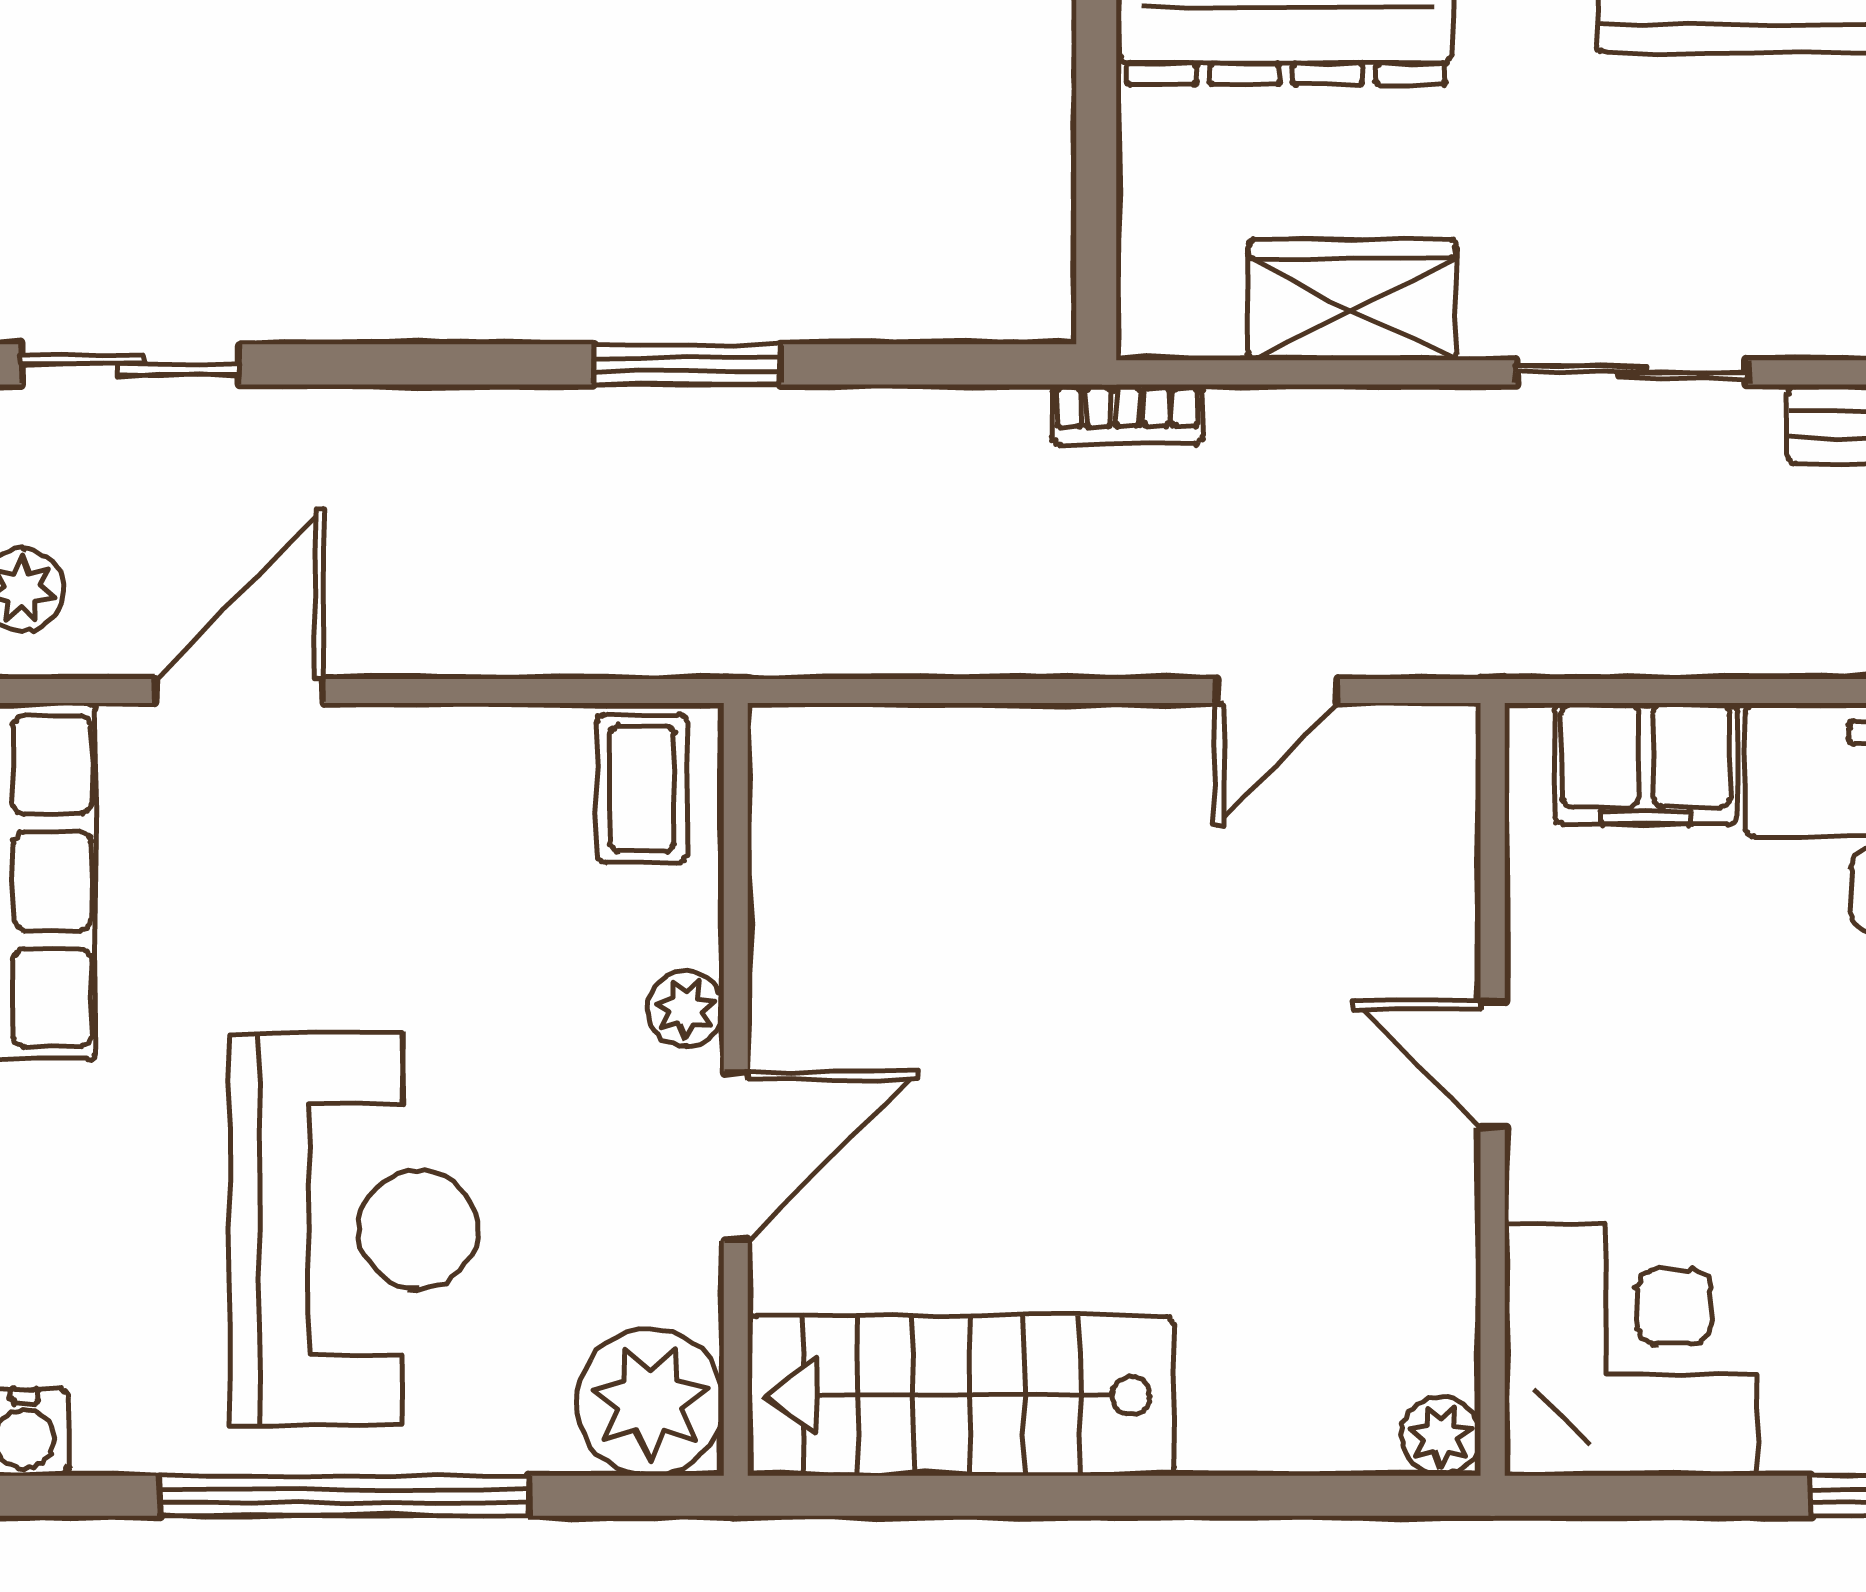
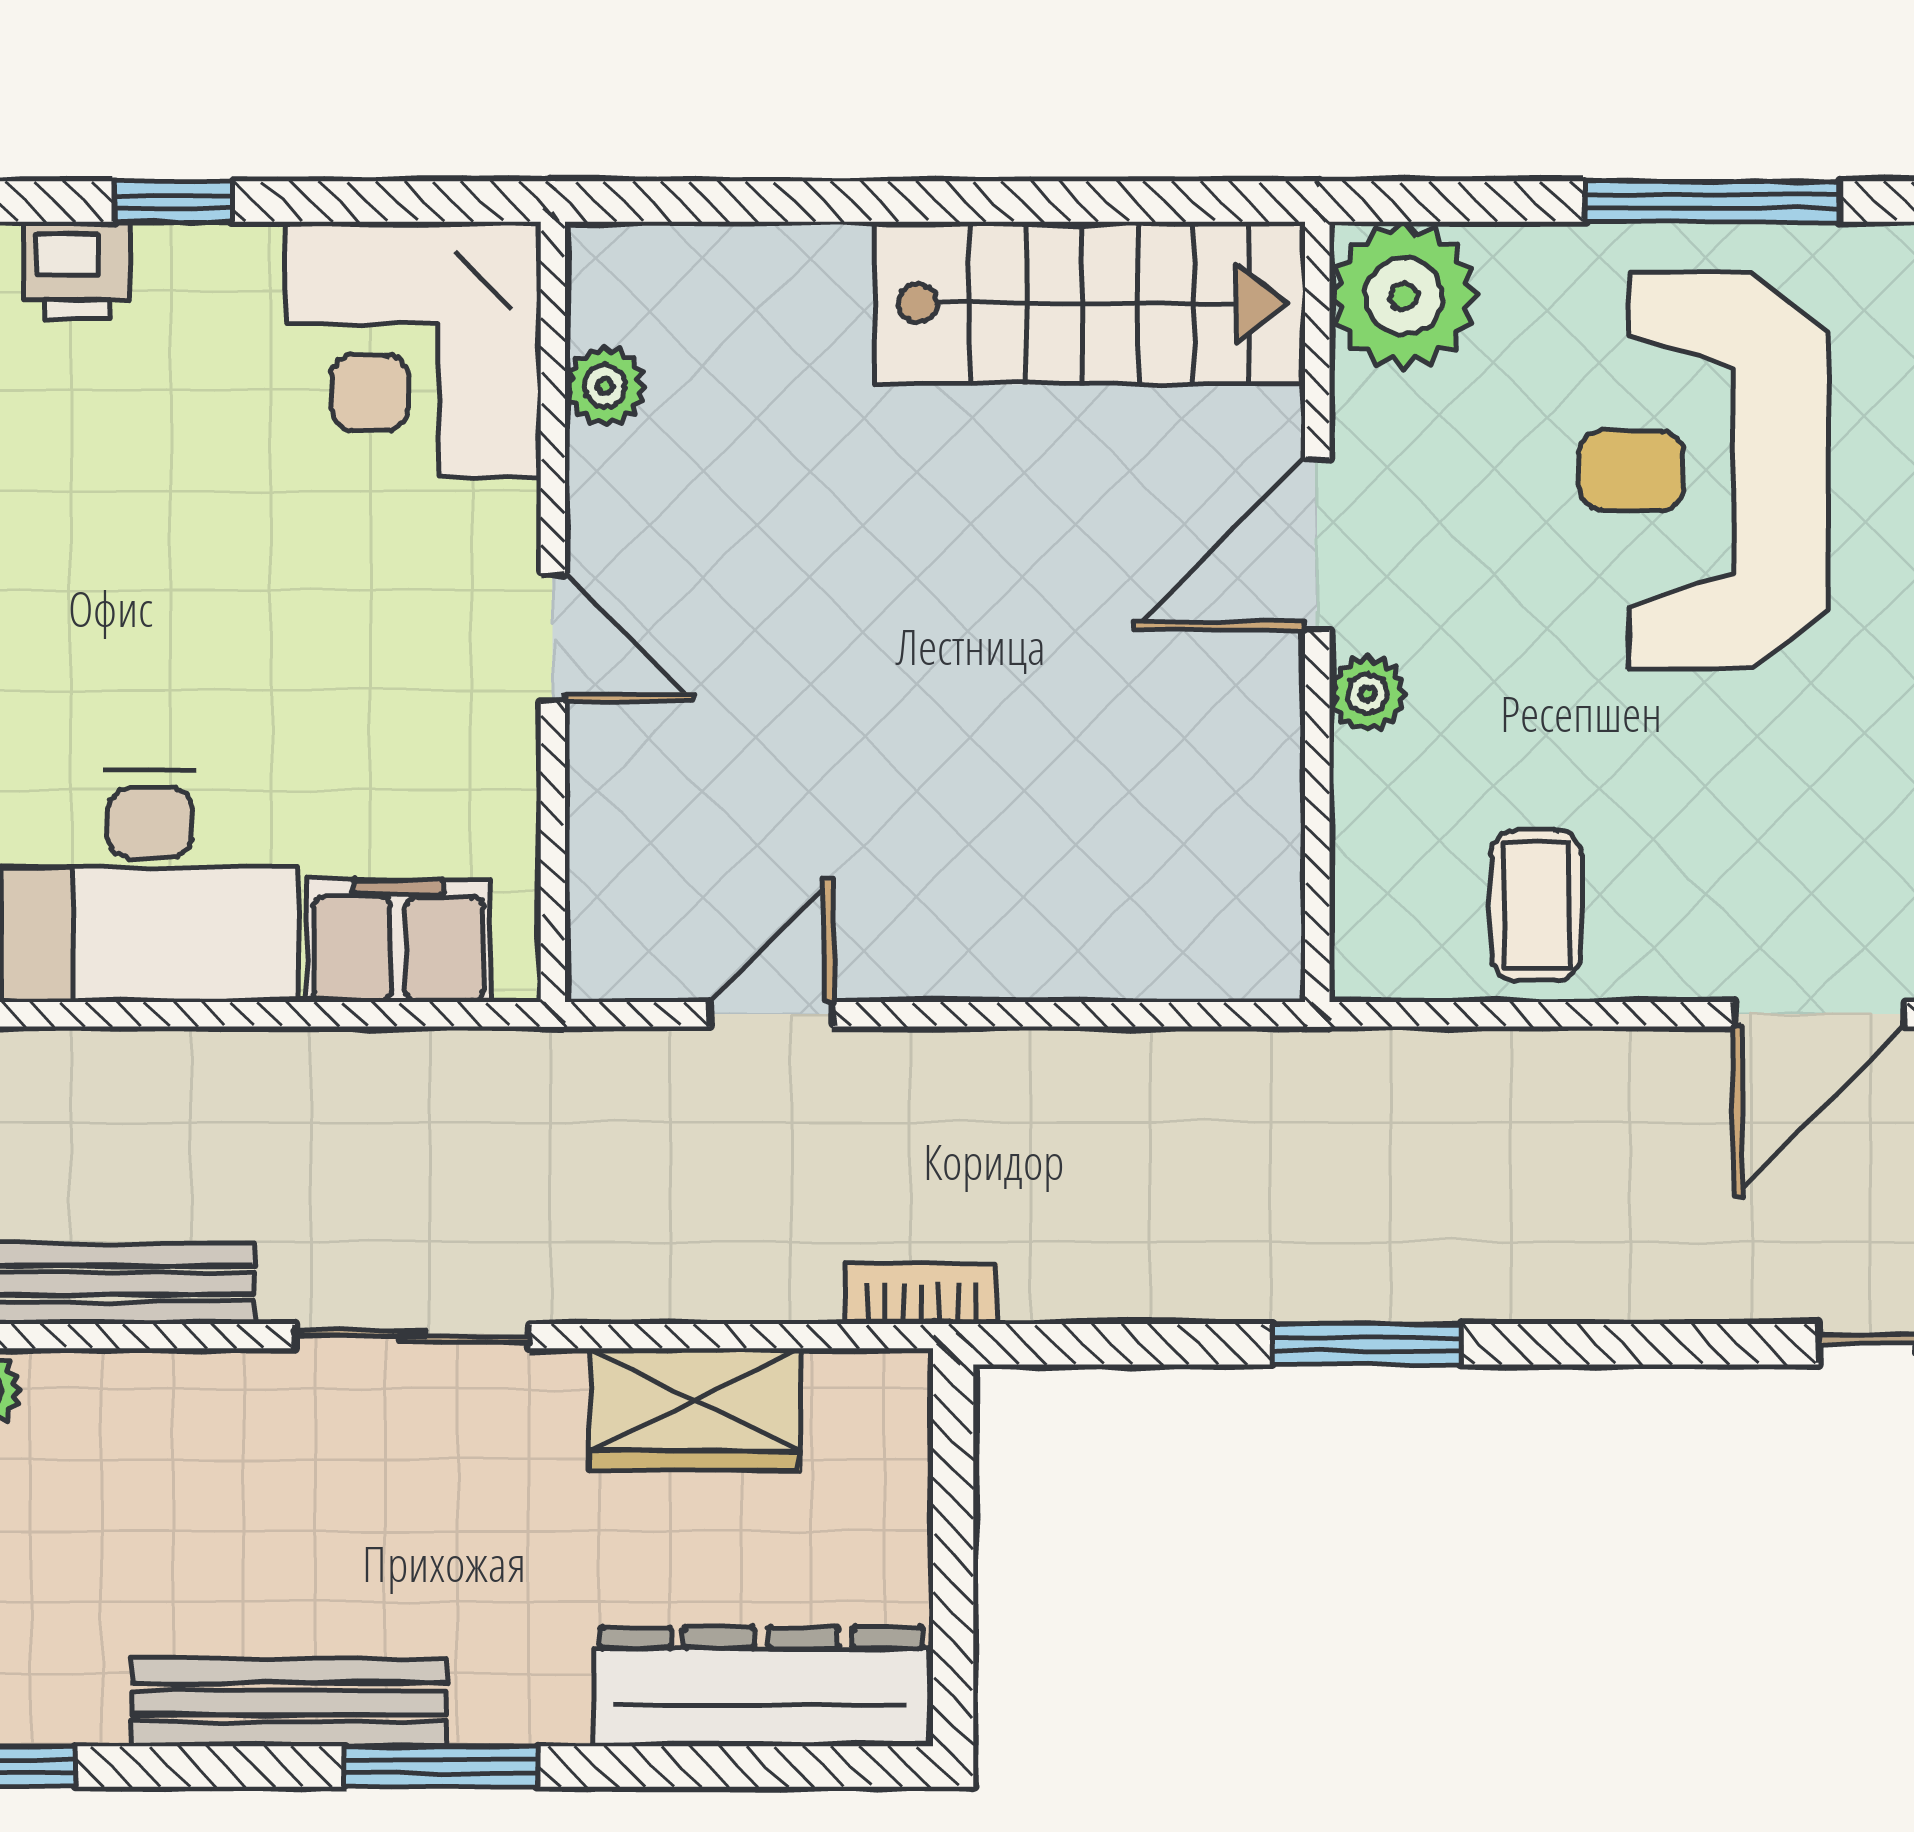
coffee table: (642, 788) -> (1536, 905), moved
plant: (1441, 1436) -> (605, 386), moved
window: (344, 1496) -> (1712, 202), width x0.68

